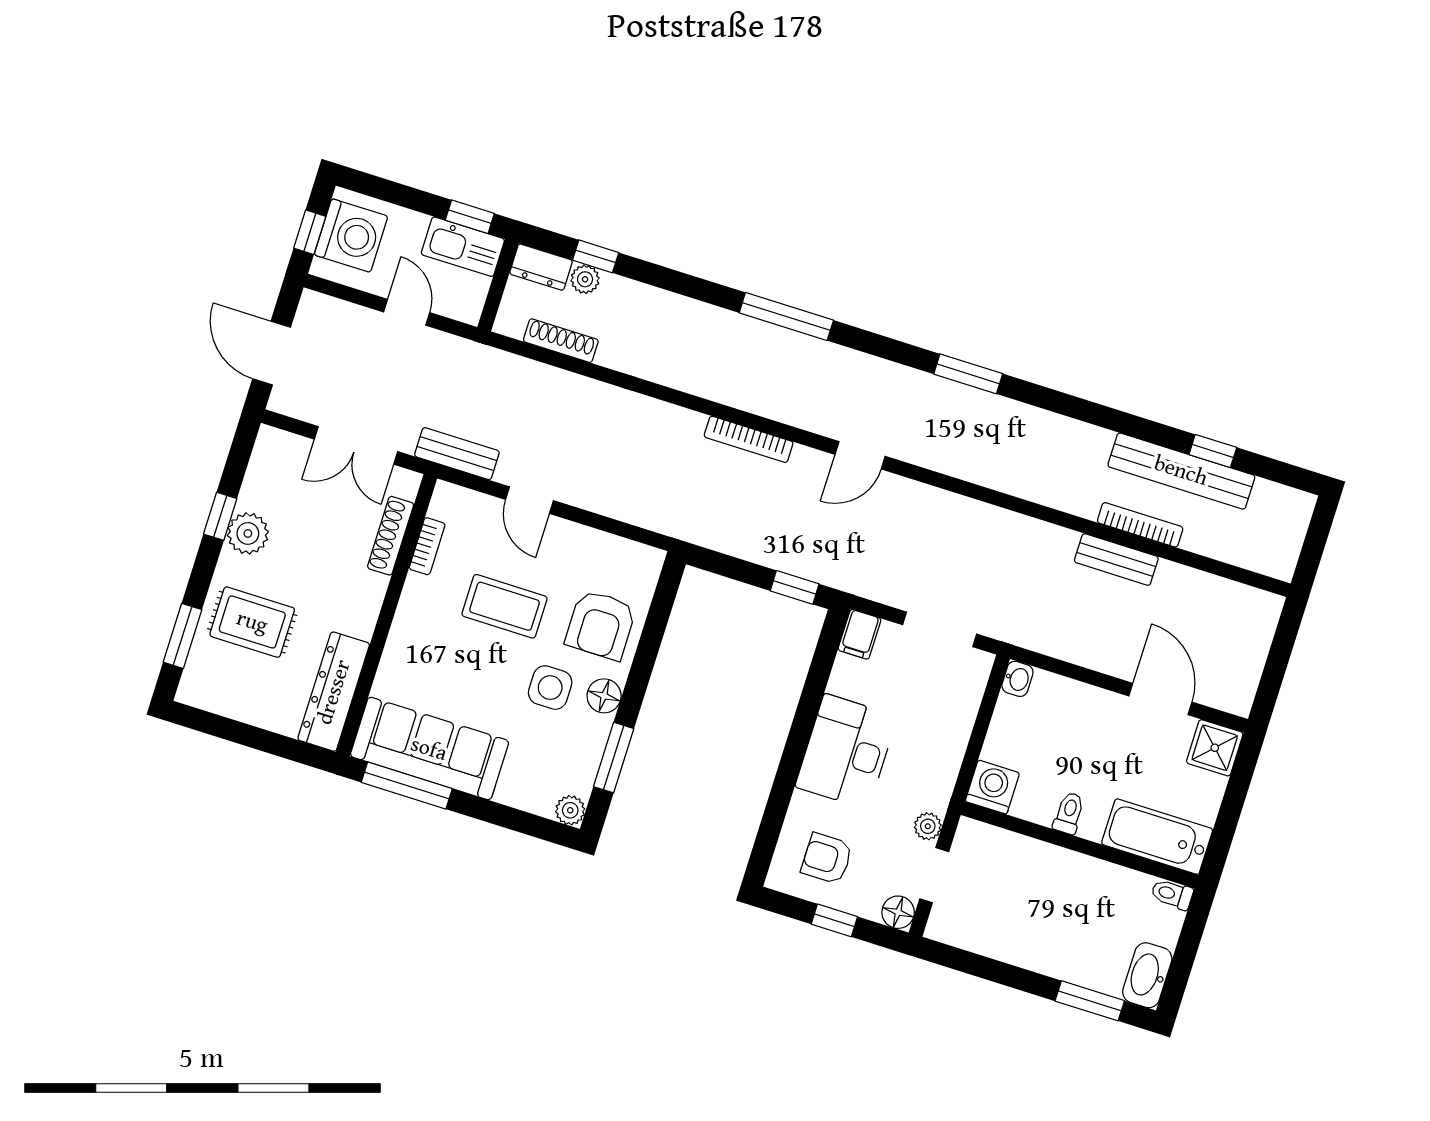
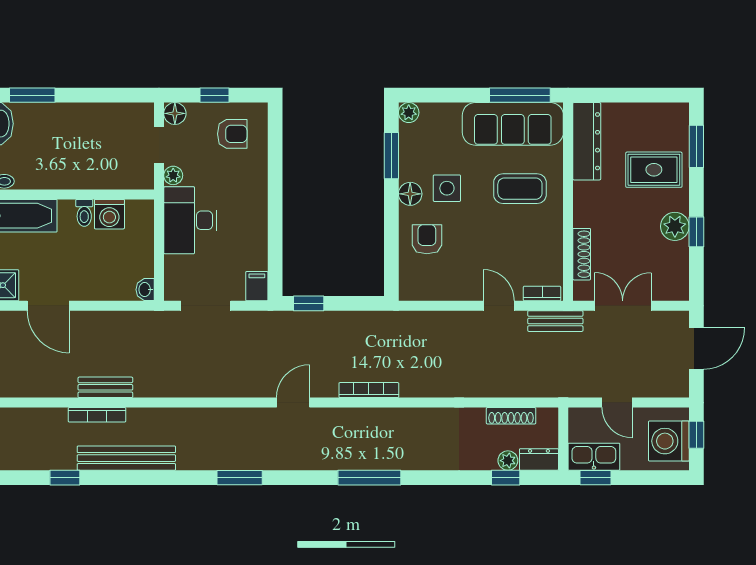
door: (272, 353) -> (696, 348), hinge flipped
bench: (1181, 471) -> (126, 458), moved
bookcase: (427, 546) -> (542, 293), moved, turned 90
coffee table: (504, 606) -> (520, 189), moved
armchair: (601, 625) -> (427, 239), width x0.72, depth x0.72
desk: (846, 751) -> (190, 220), moved, turned 180
washing machine: (992, 787) -> (109, 214), moved

